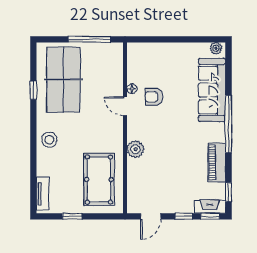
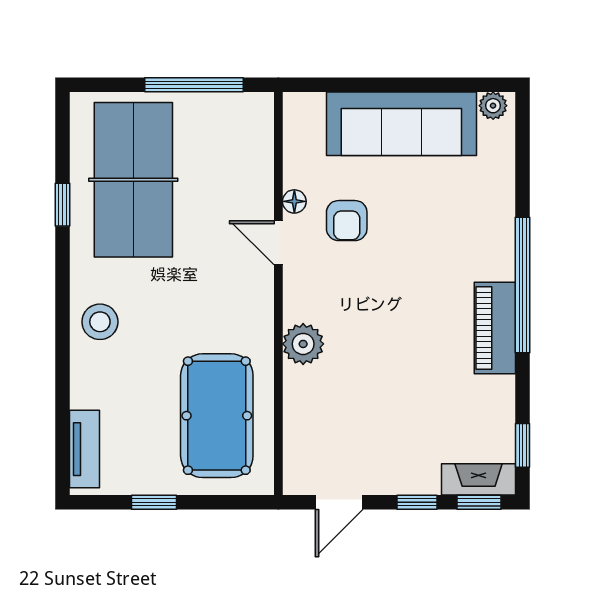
sofa: (212, 90) -> (401, 124), moved, turned -90
armchair: (154, 97) -> (347, 221), turned -90
piano: (217, 162) -> (495, 328), moved

